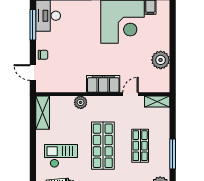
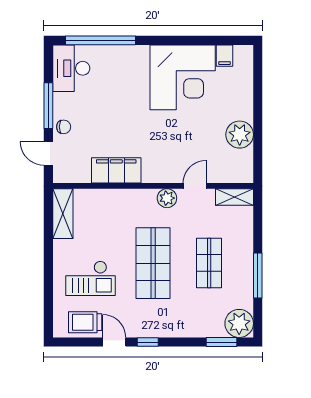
window: (33, 25) -> (48, 106), moved
filing cabinet: (103, 84) -> (116, 170), moved
plant: (81, 102) -> (167, 198), moved
checkout: (61, 156) -> (90, 278), turned 180

